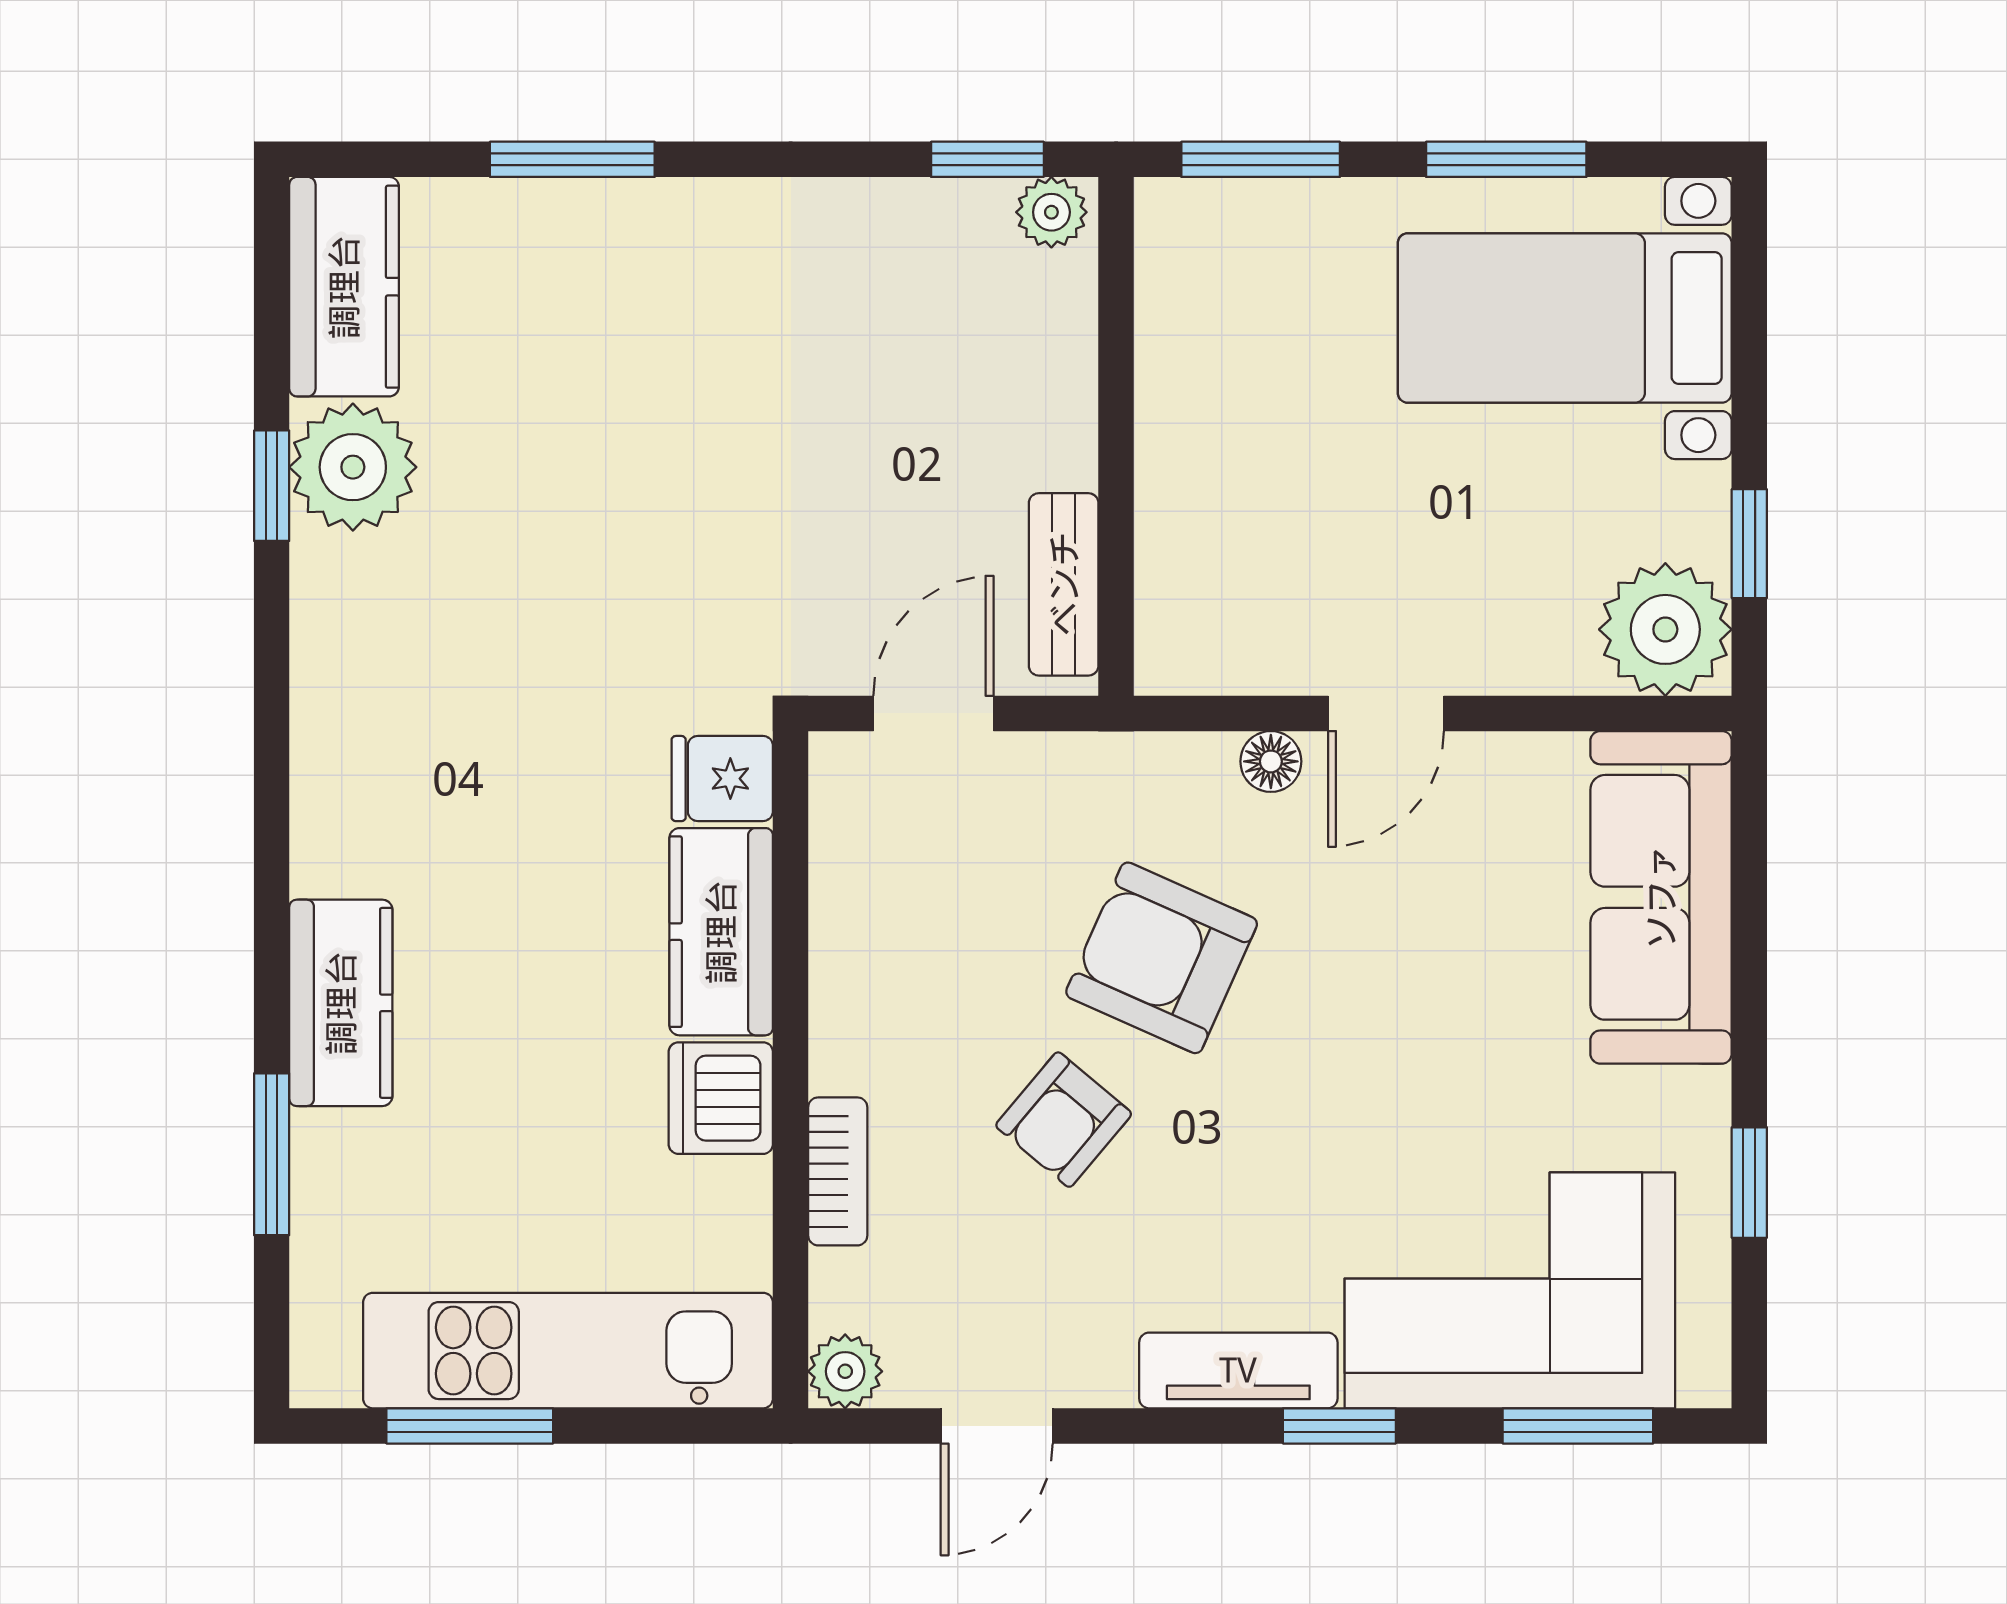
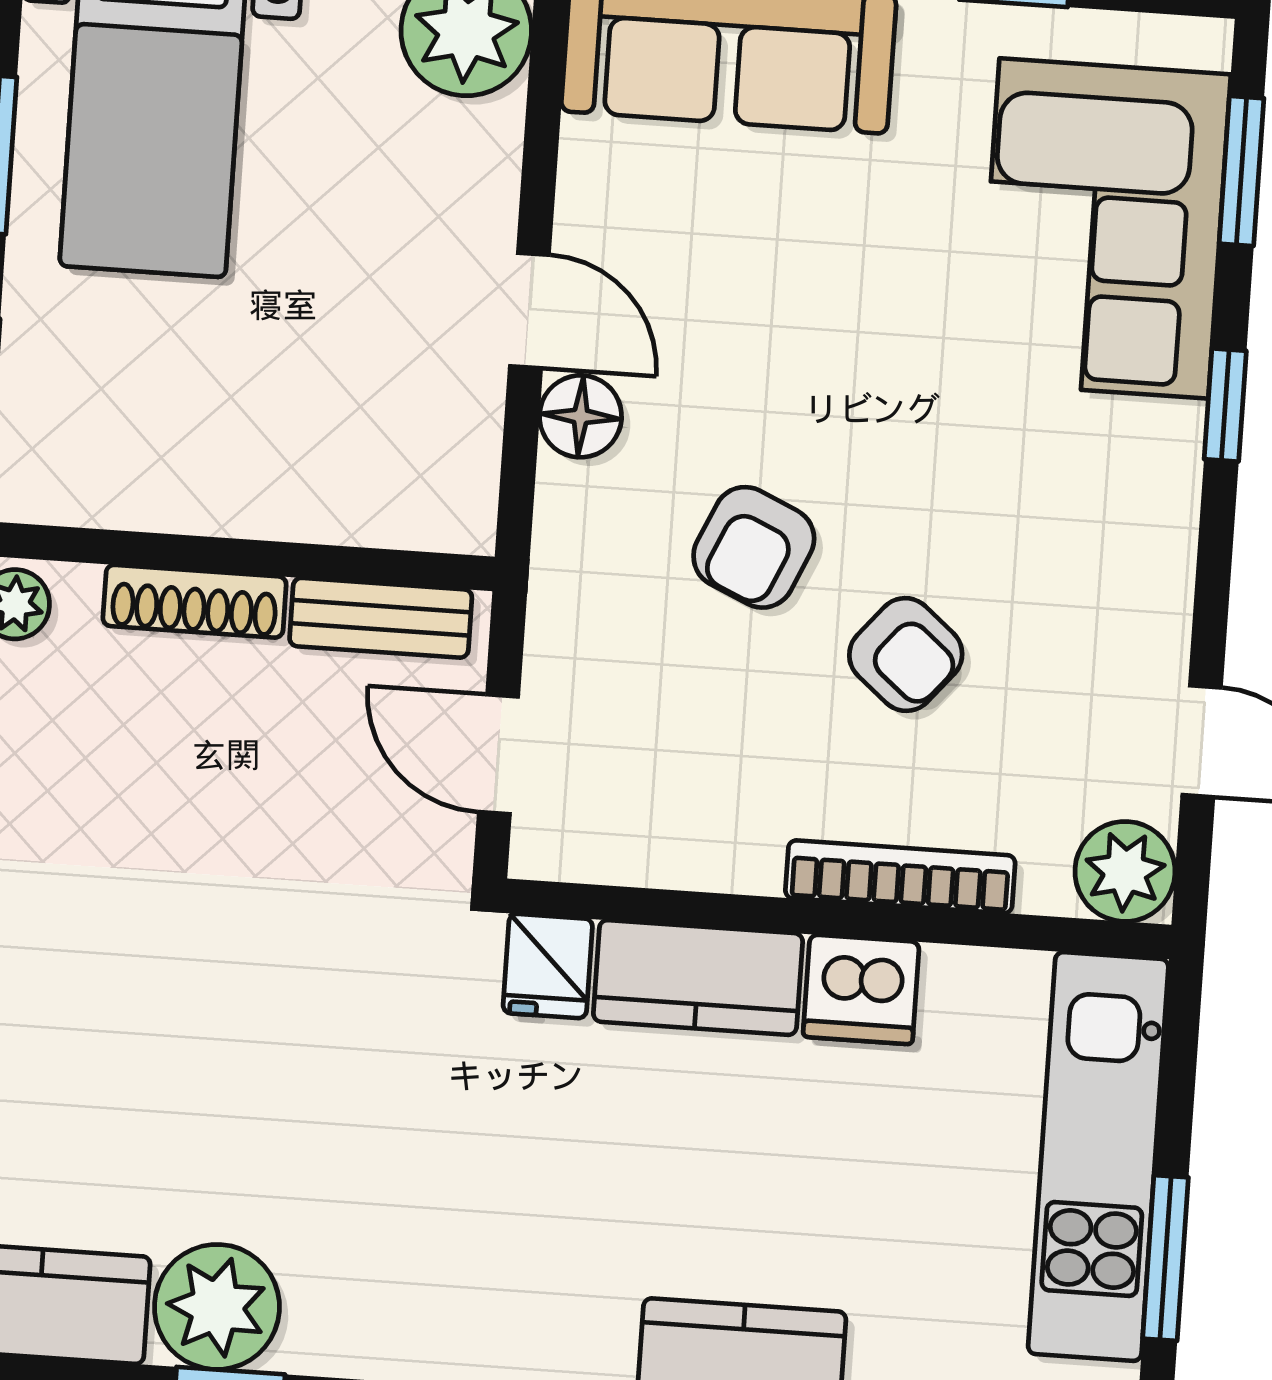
shoe rack: (1067, 394) -> (195, 601), added
floor lamp: (1271, 761) -> (581, 416), width x1.37, depth x1.37
armchair: (1162, 958) -> (754, 547), width x0.72, depth x0.72
bookcase: (838, 1171) -> (900, 877), width x1.56
tv unit: (1238, 1370) -> (1164, 500), removed
plant: (845, 1371) -> (1125, 871), width x1.38, depth x1.38

